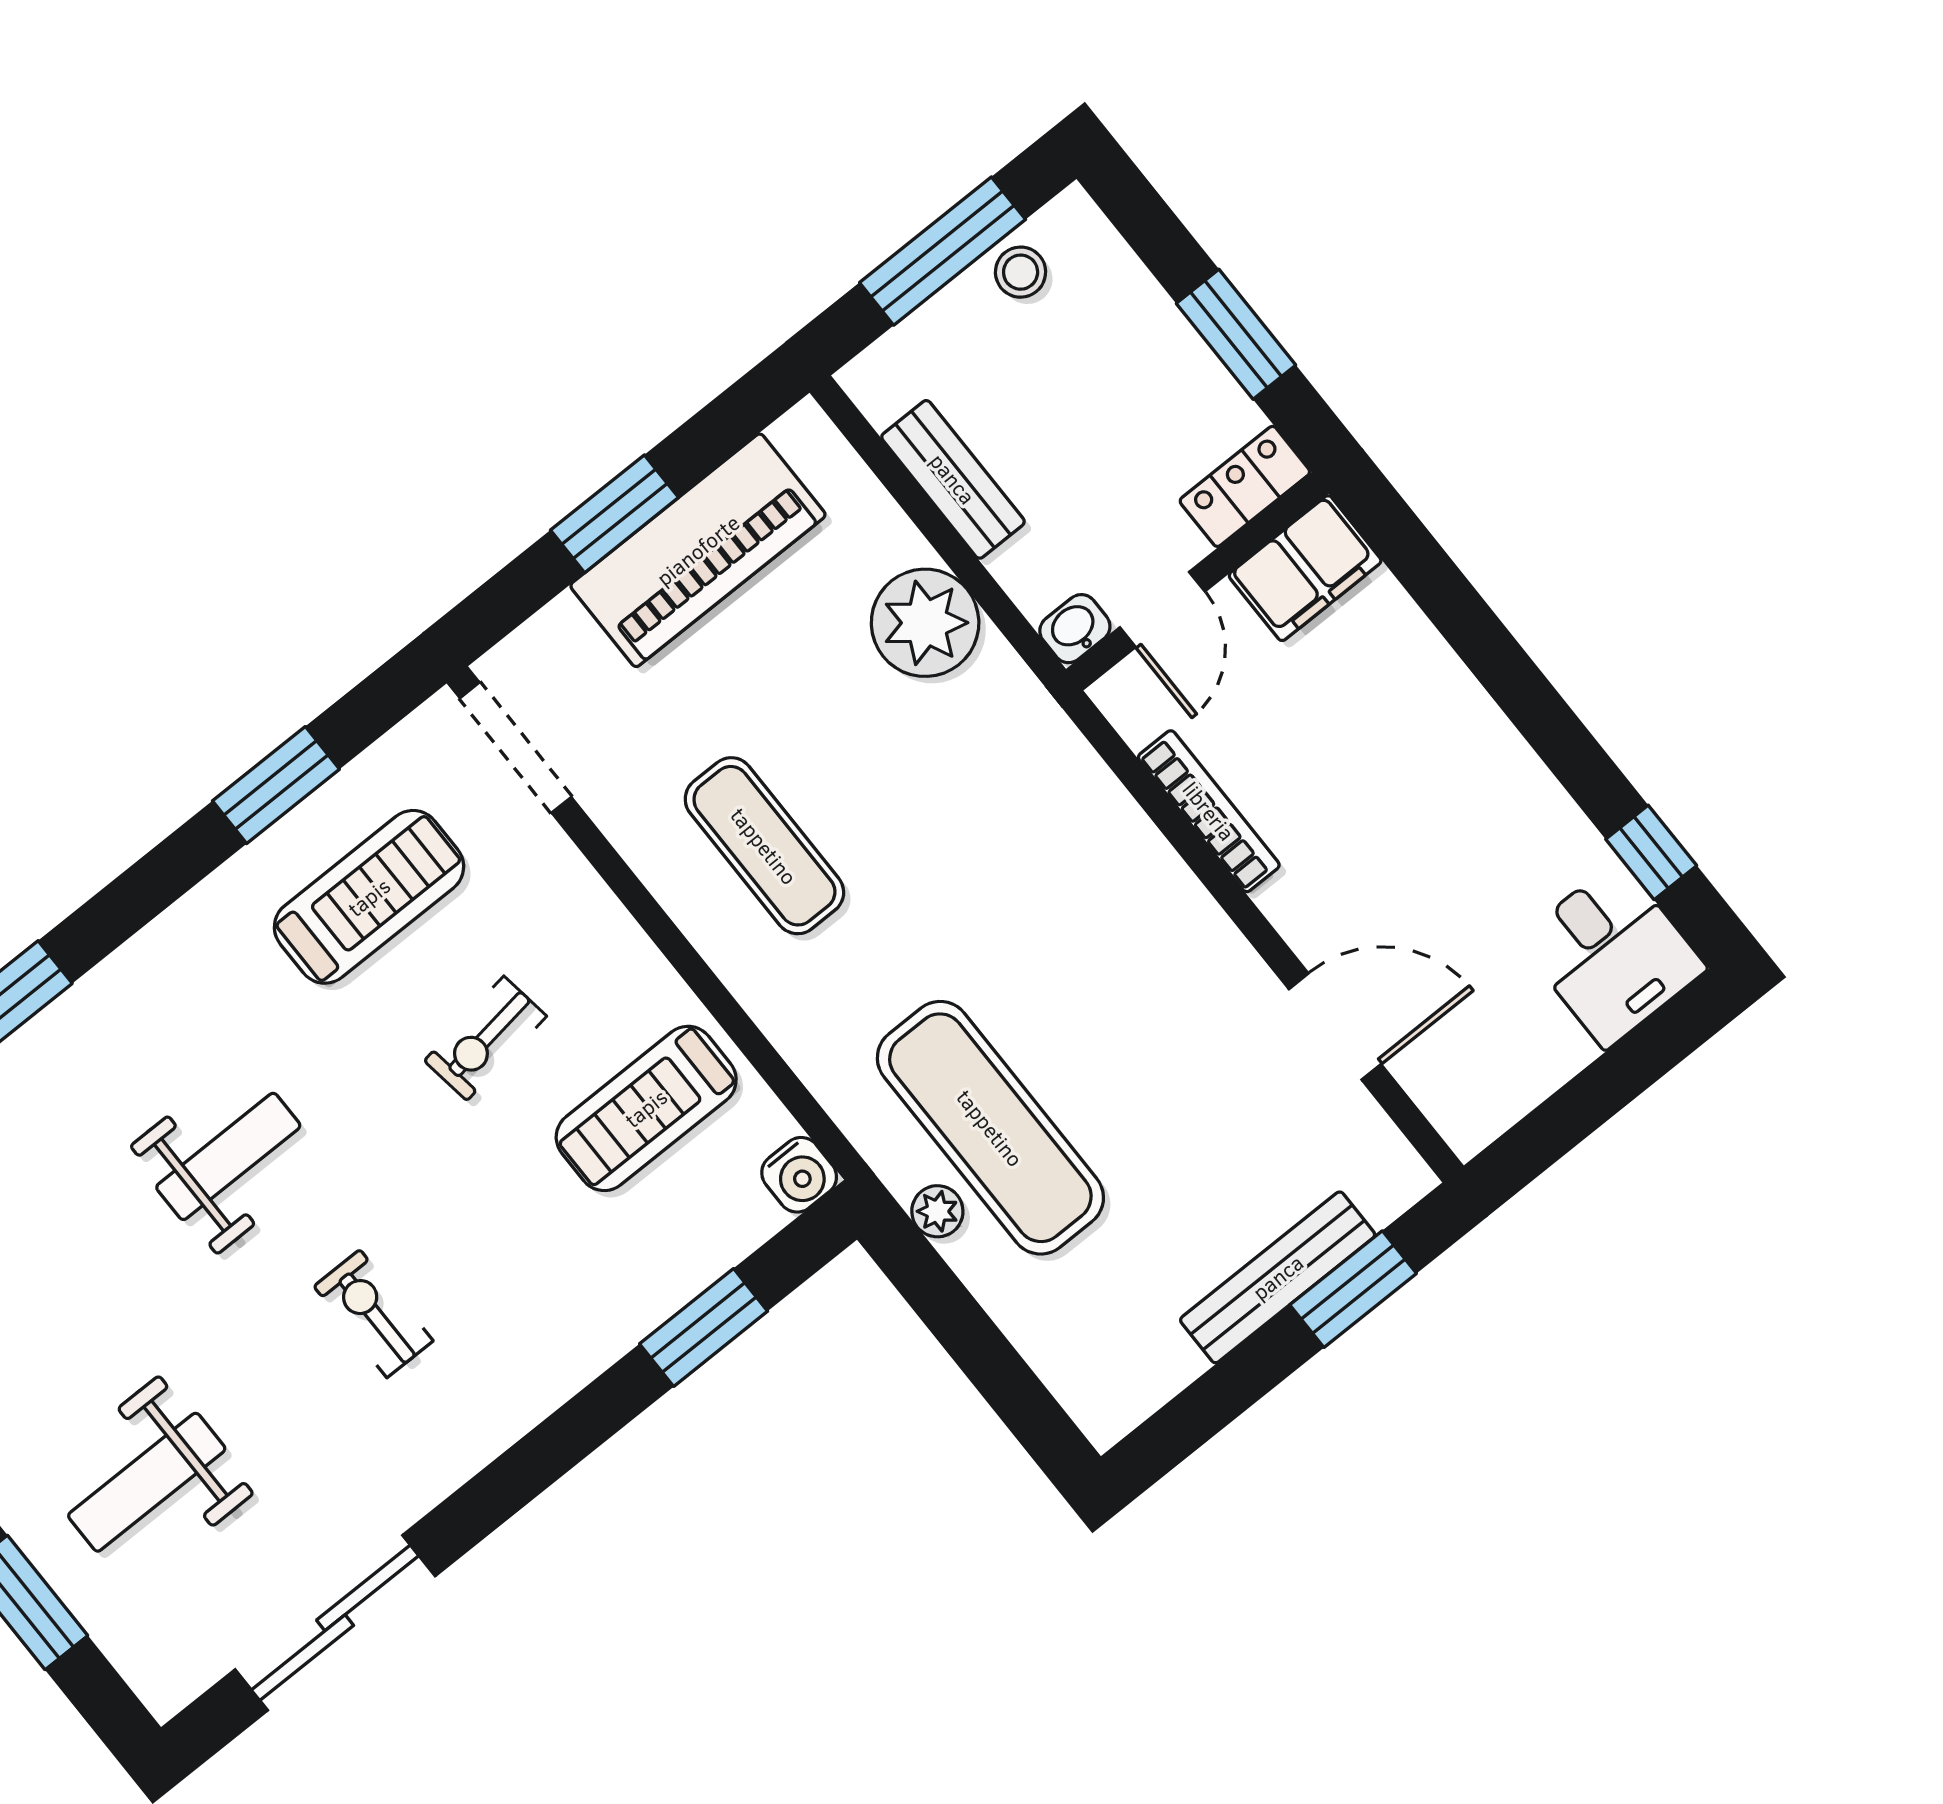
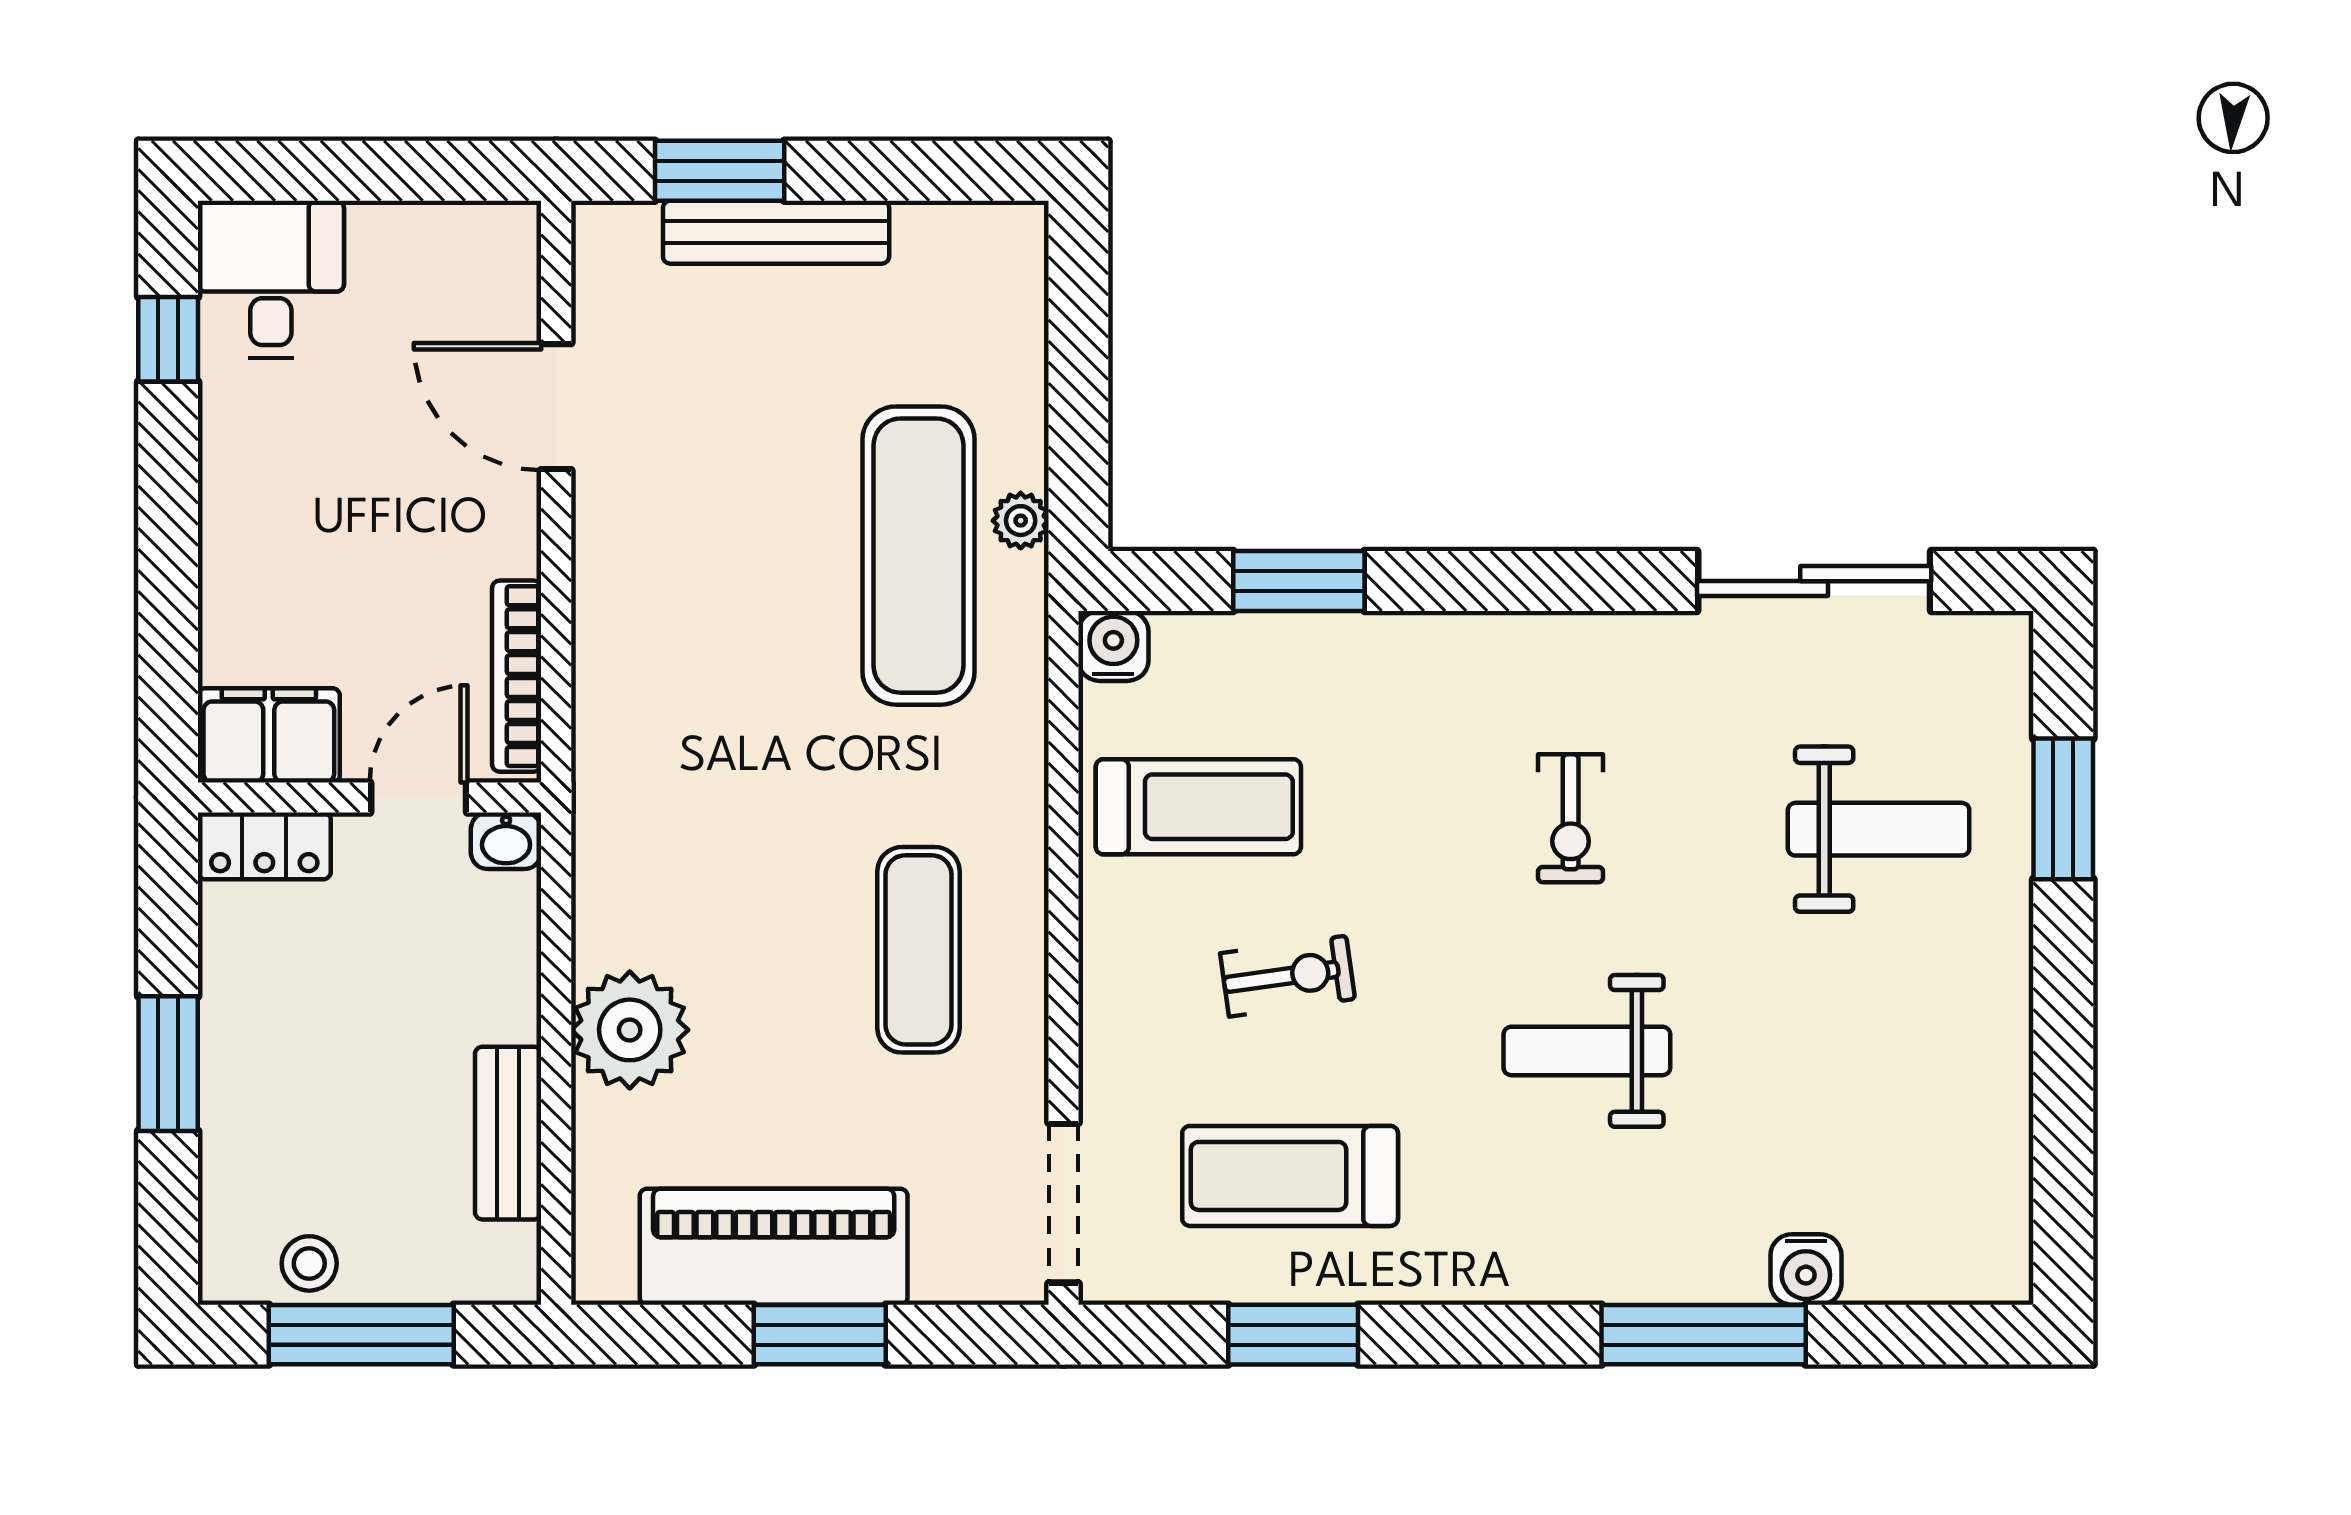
locker: (1245, 486) -> (264, 846), moved
filing cabinet: (1305, 568) -> (269, 735), moved
wall: (1197, 581) -> (370, 797), moved
door: (1162, 609) -> (419, 797), moved
washbasin: (1075, 629) -> (506, 841), moved

